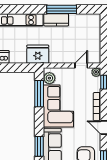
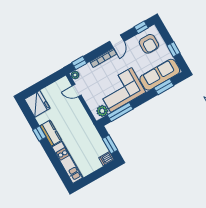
window: (62, 9) -> (39, 133), width x0.46
fridge: (38, 54) -> (37, 104), moved, turned 180
window: (15, 68) -> (110, 144), added

